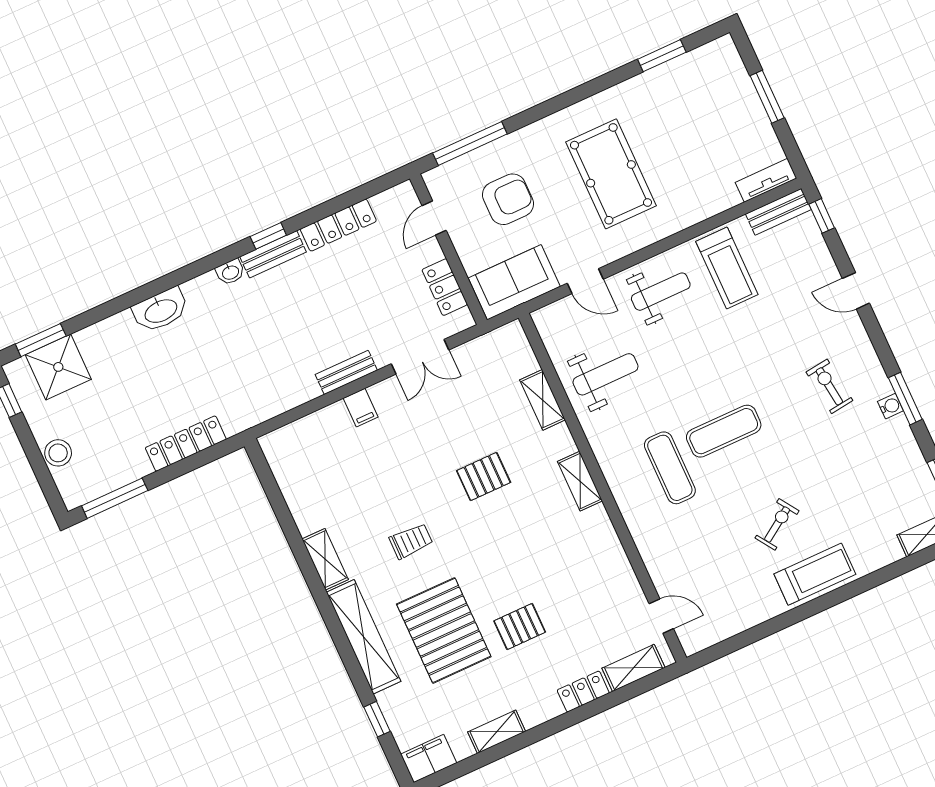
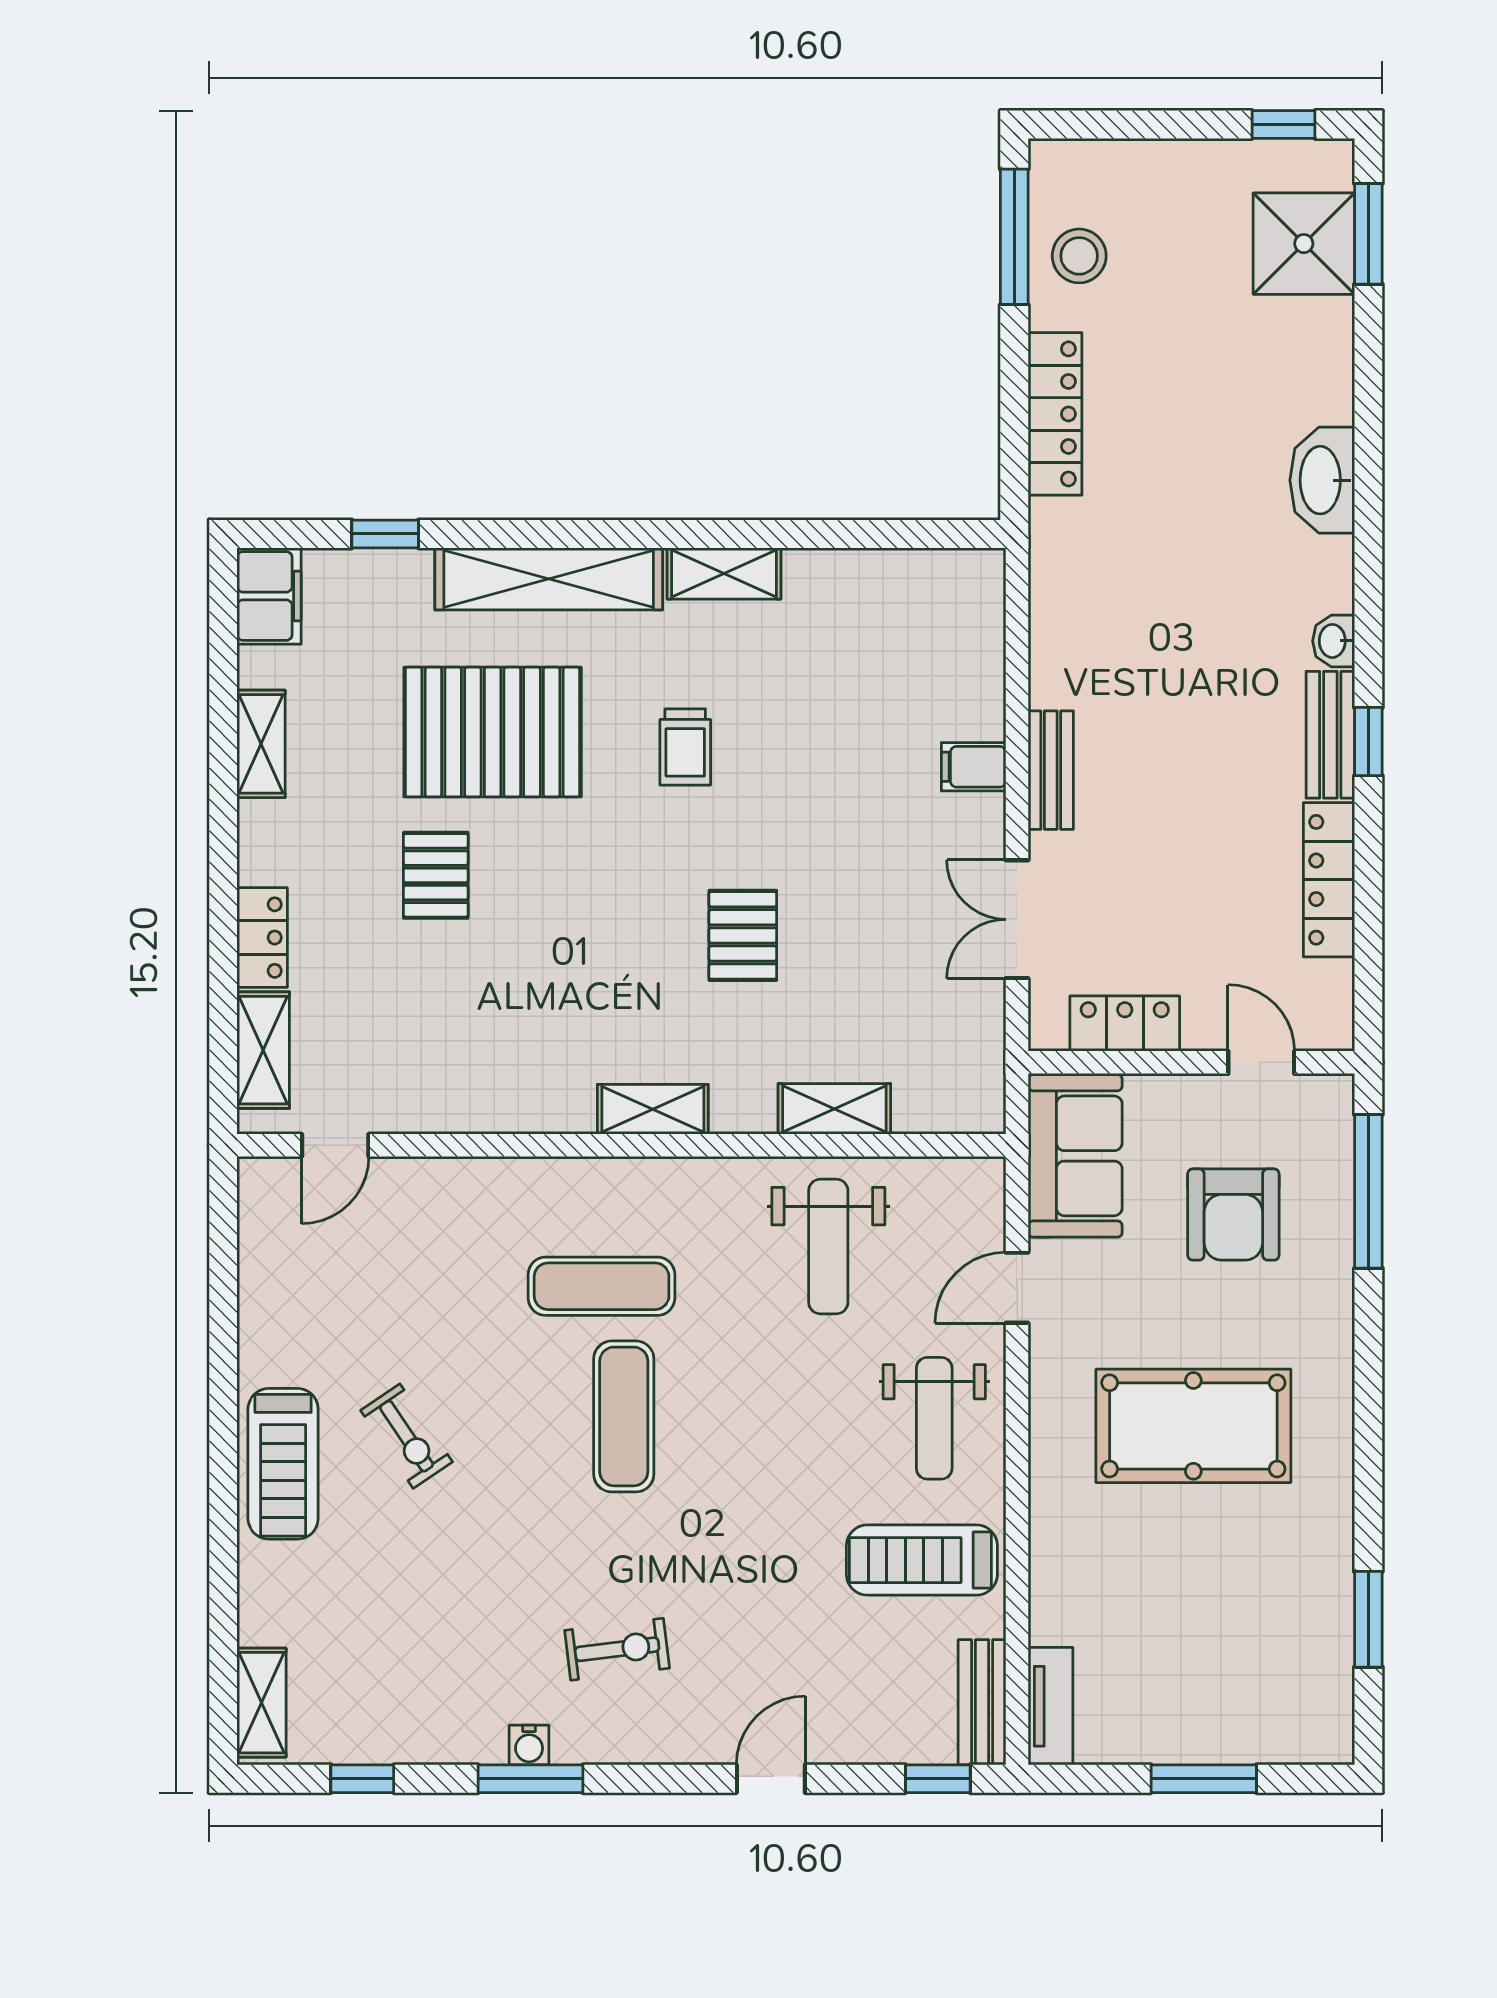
stool: (58, 453) -> (1079, 256), moved

